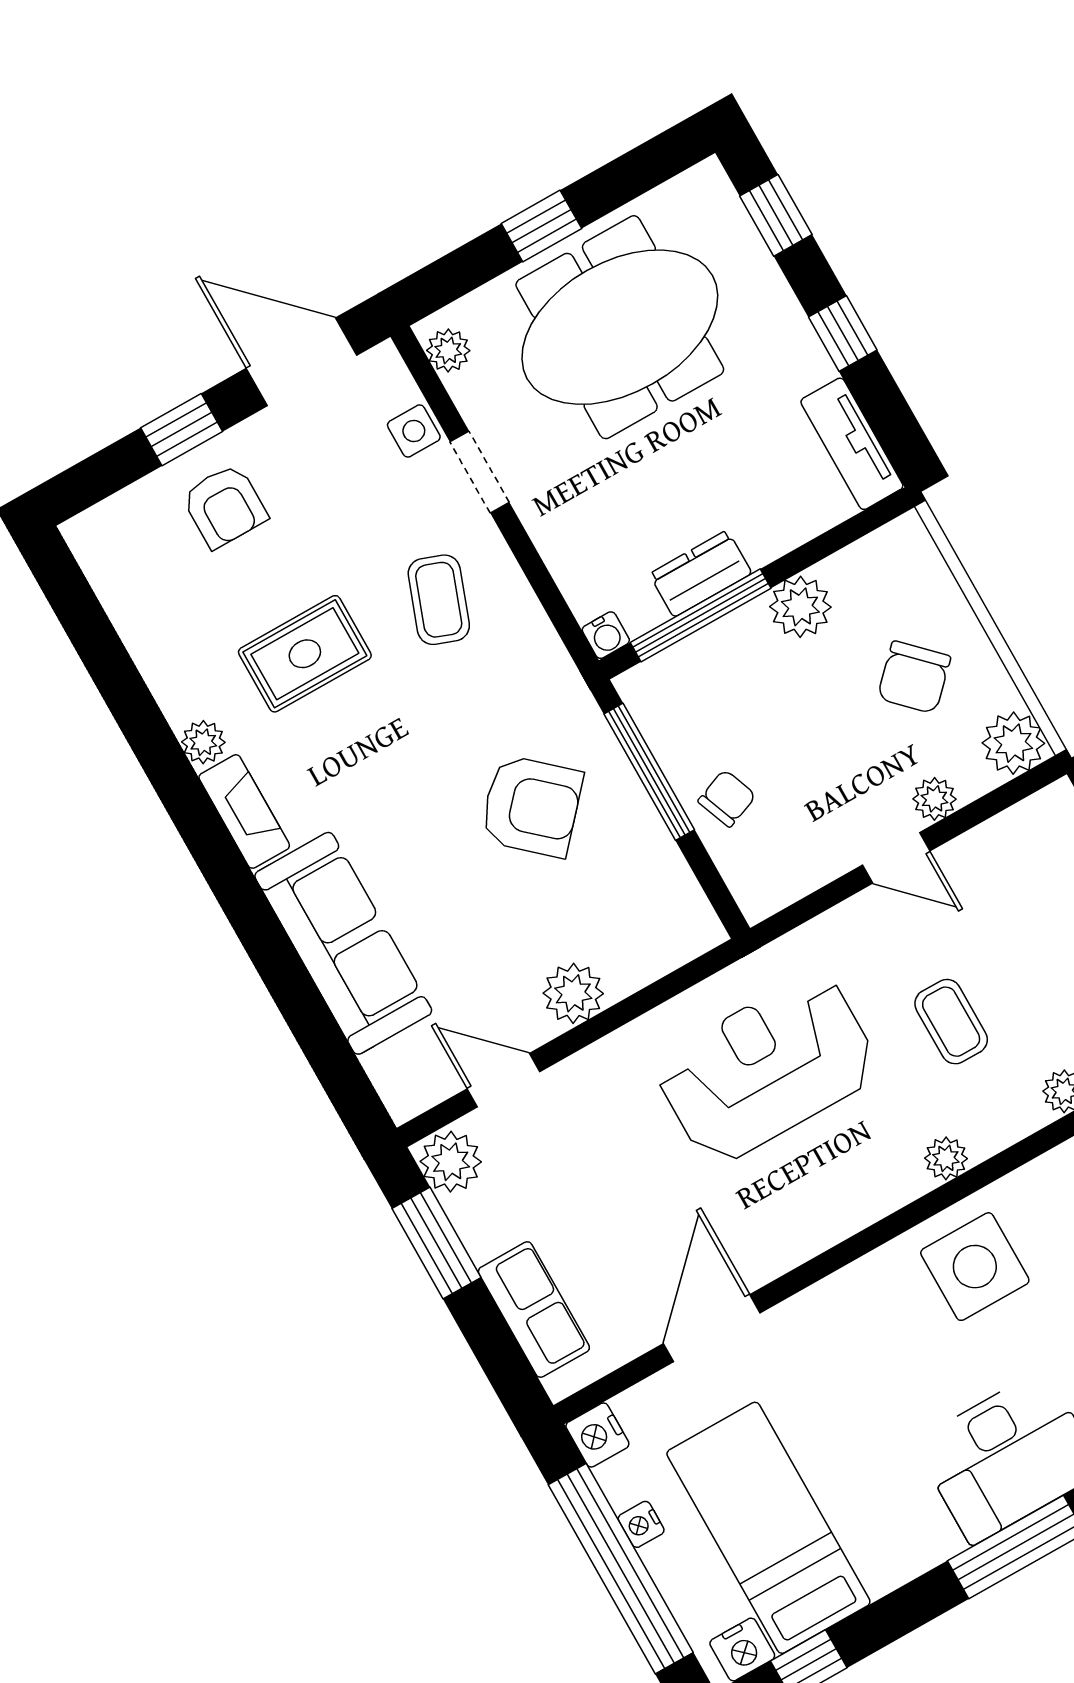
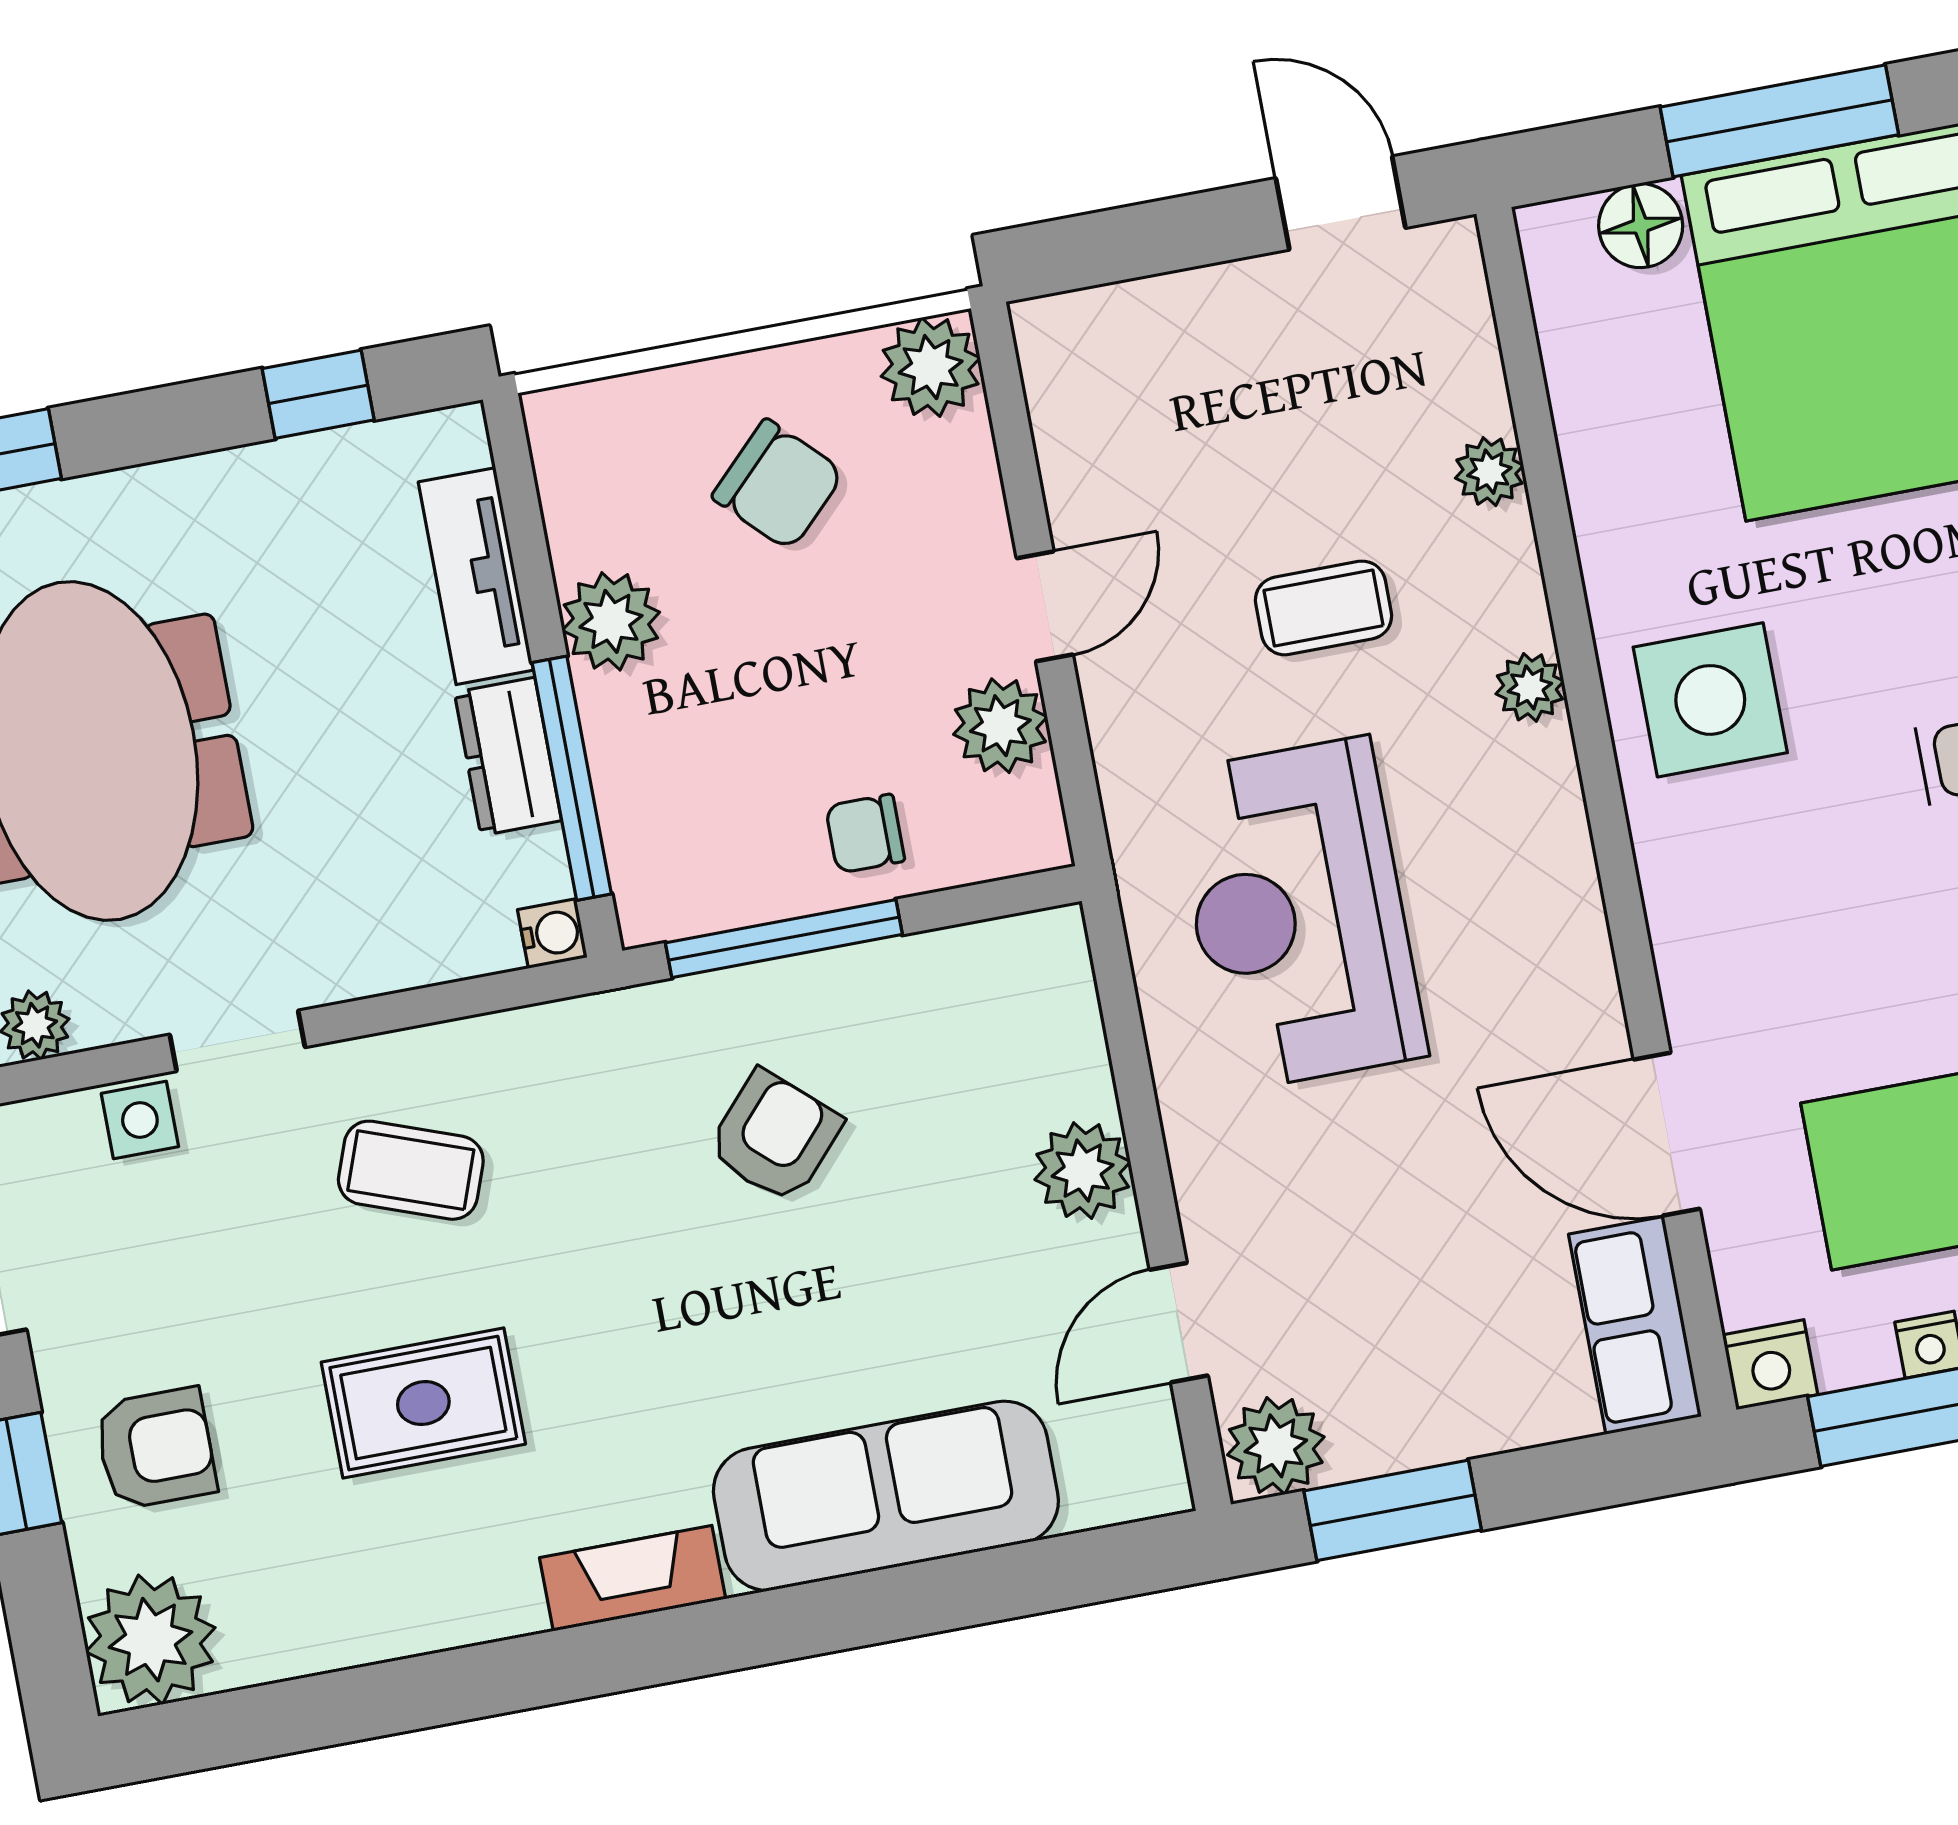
window: (843, 333) -> (318, 394), moved
tv unit: (852, 444) -> (476, 576), moved, turned 90
rug: (305, 654) -> (423, 1403), turned 90
plant: (203, 742) -> (150, 1640), moved, width x1.88, depth x1.88
chair: (727, 798) -> (865, 834), turned -69
plant: (934, 799) -> (1000, 726), moved, width x1.38, depth x1.38
armchair: (531, 806) -> (775, 1137), width x0.72, depth x0.72
row of seats: (534, 1310) -> (1635, 1325), moved, turned -90

